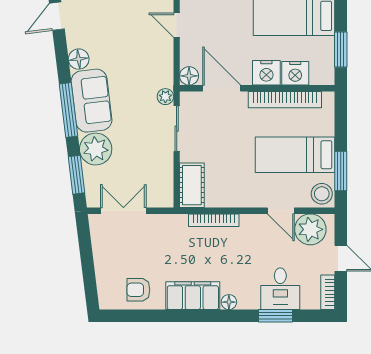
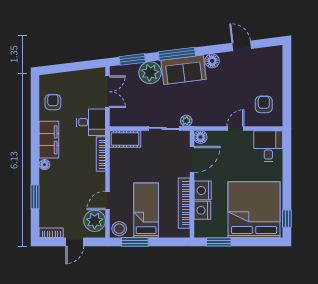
desk: (280, 289) -> (91, 122), moved, turned 180

